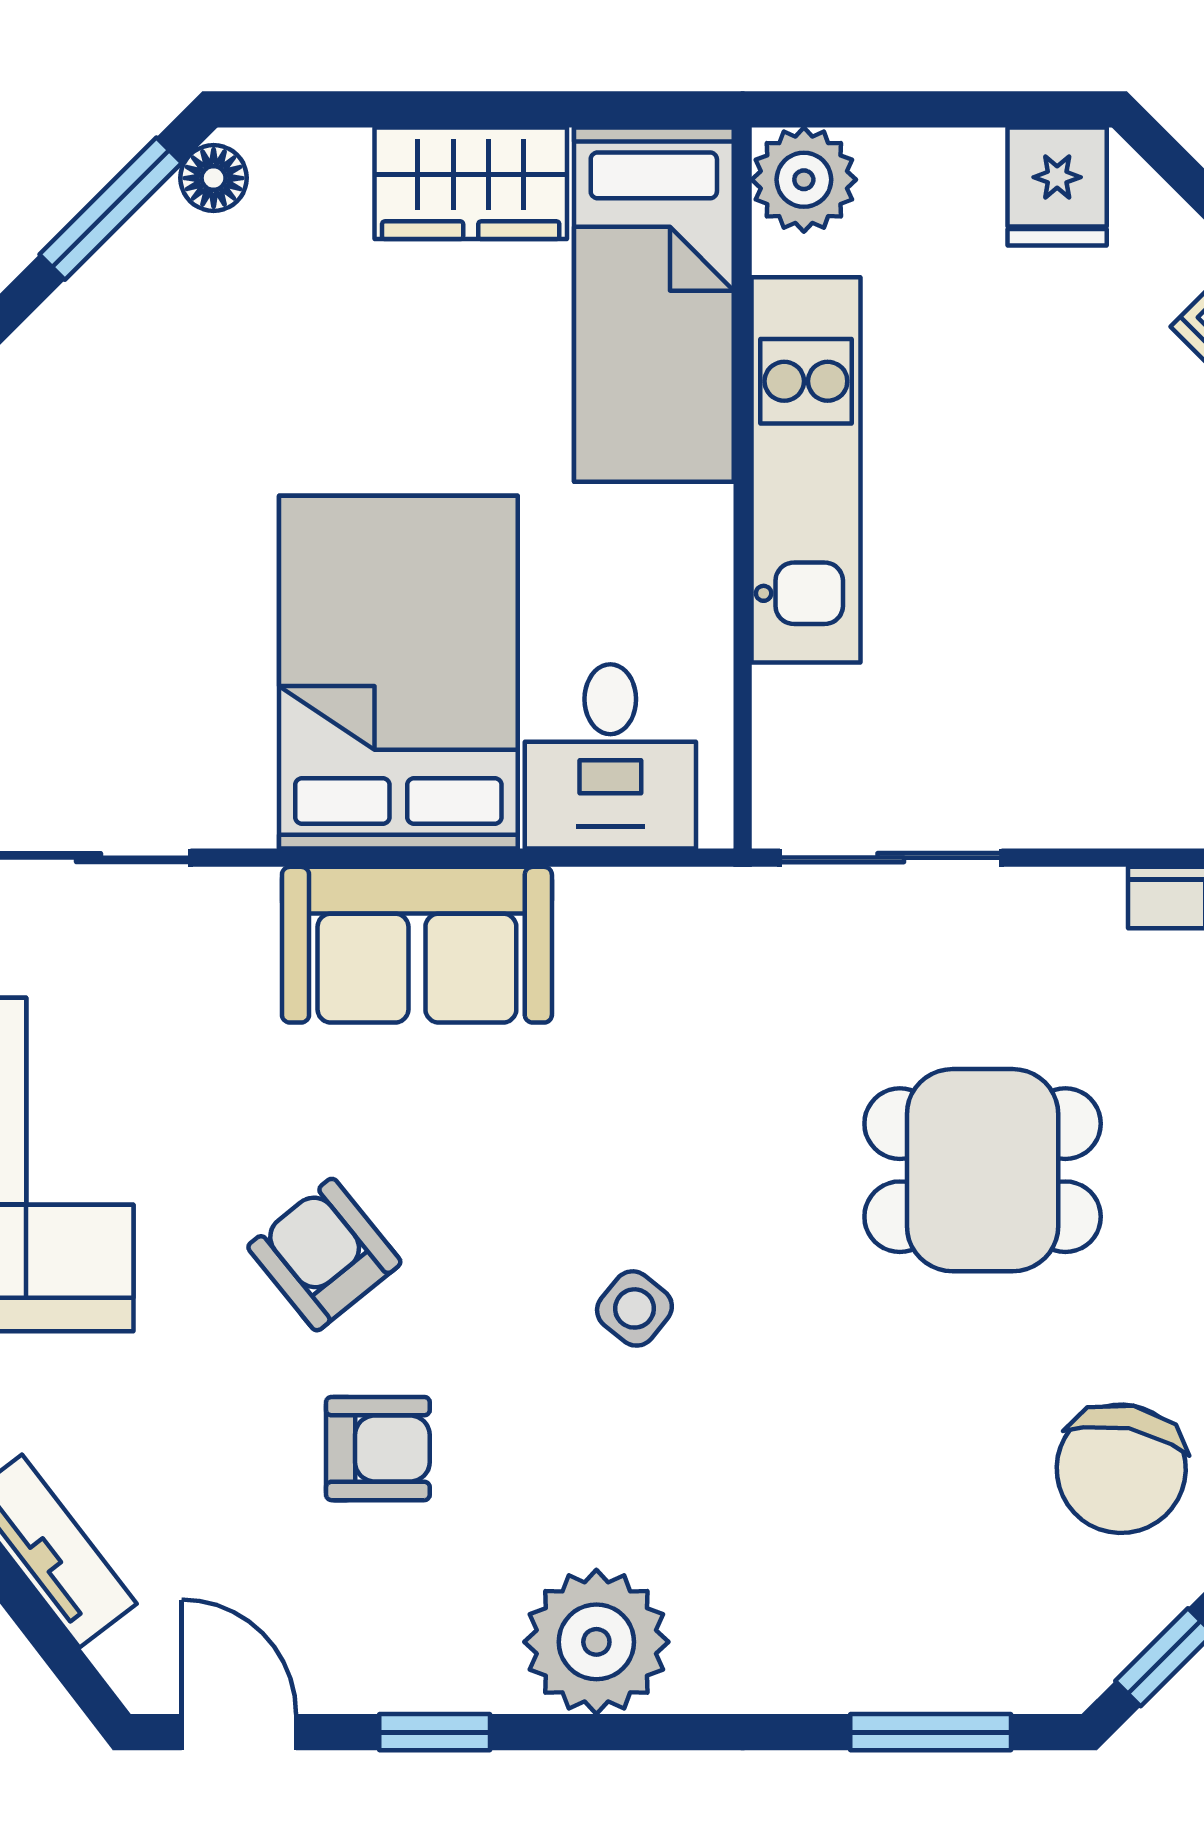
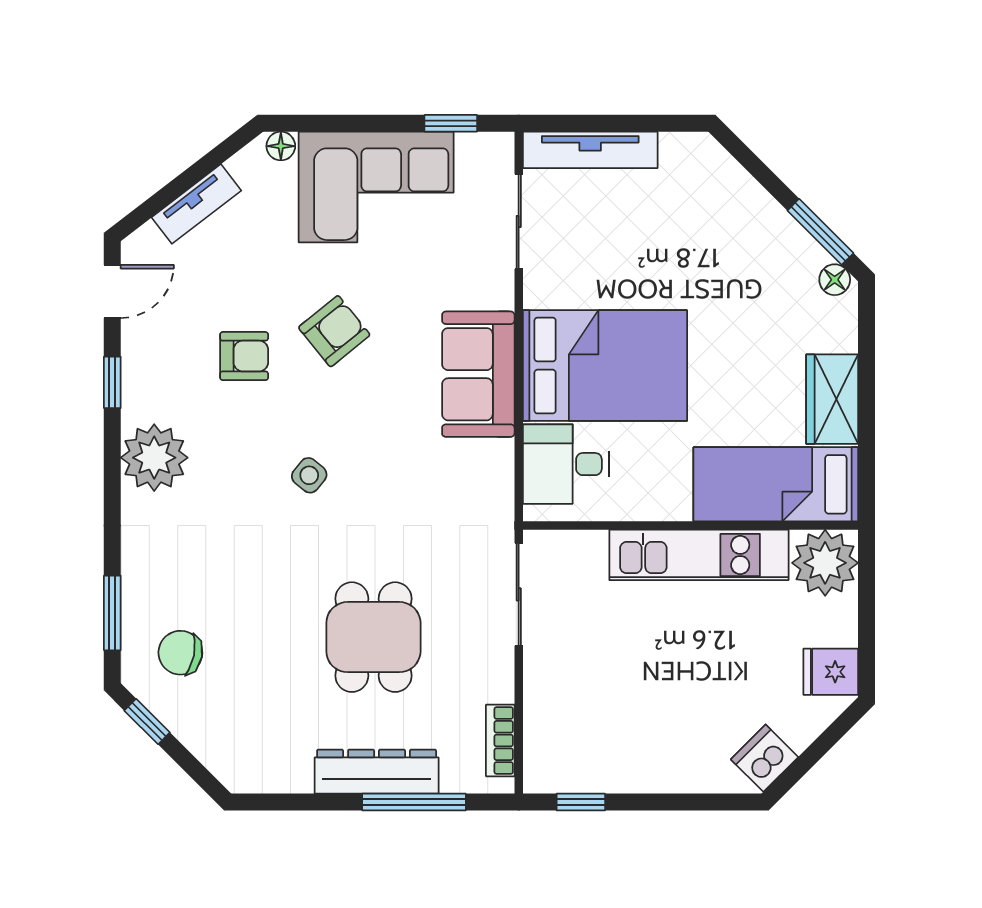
plant: (804, 180) -> (825, 563), width x1.36, depth x1.36
armchair: (378, 1449) -> (244, 356), turned -90
chair: (1121, 1469) -> (180, 653), moved, width x0.73, depth x0.73

